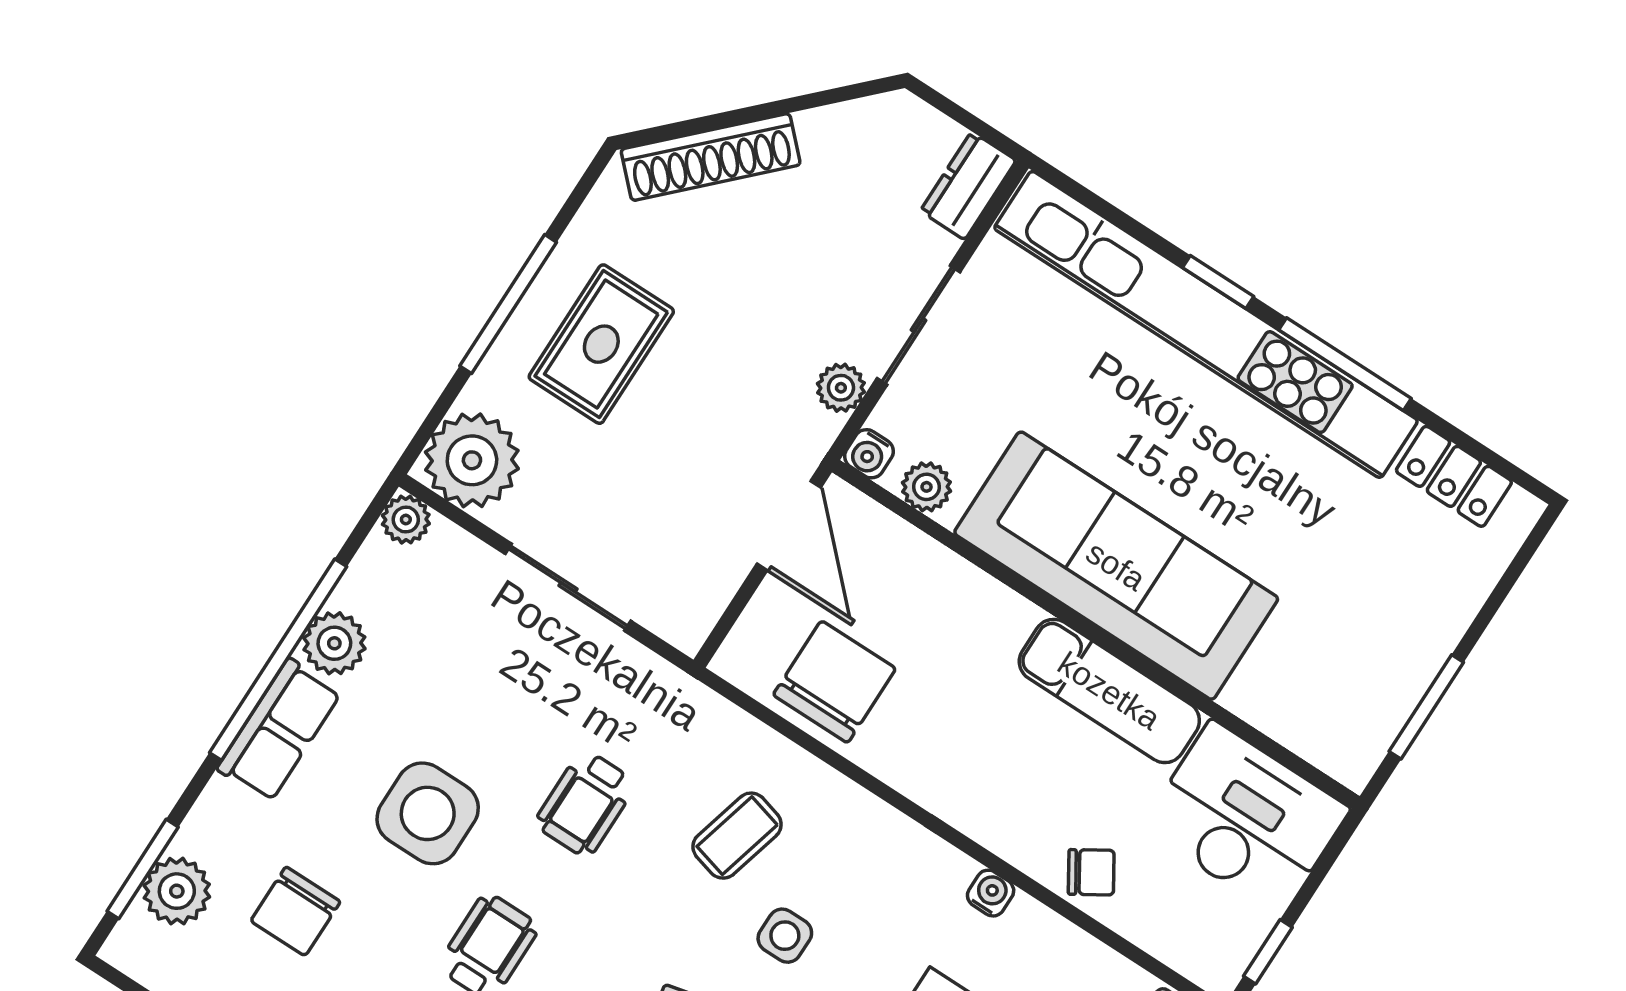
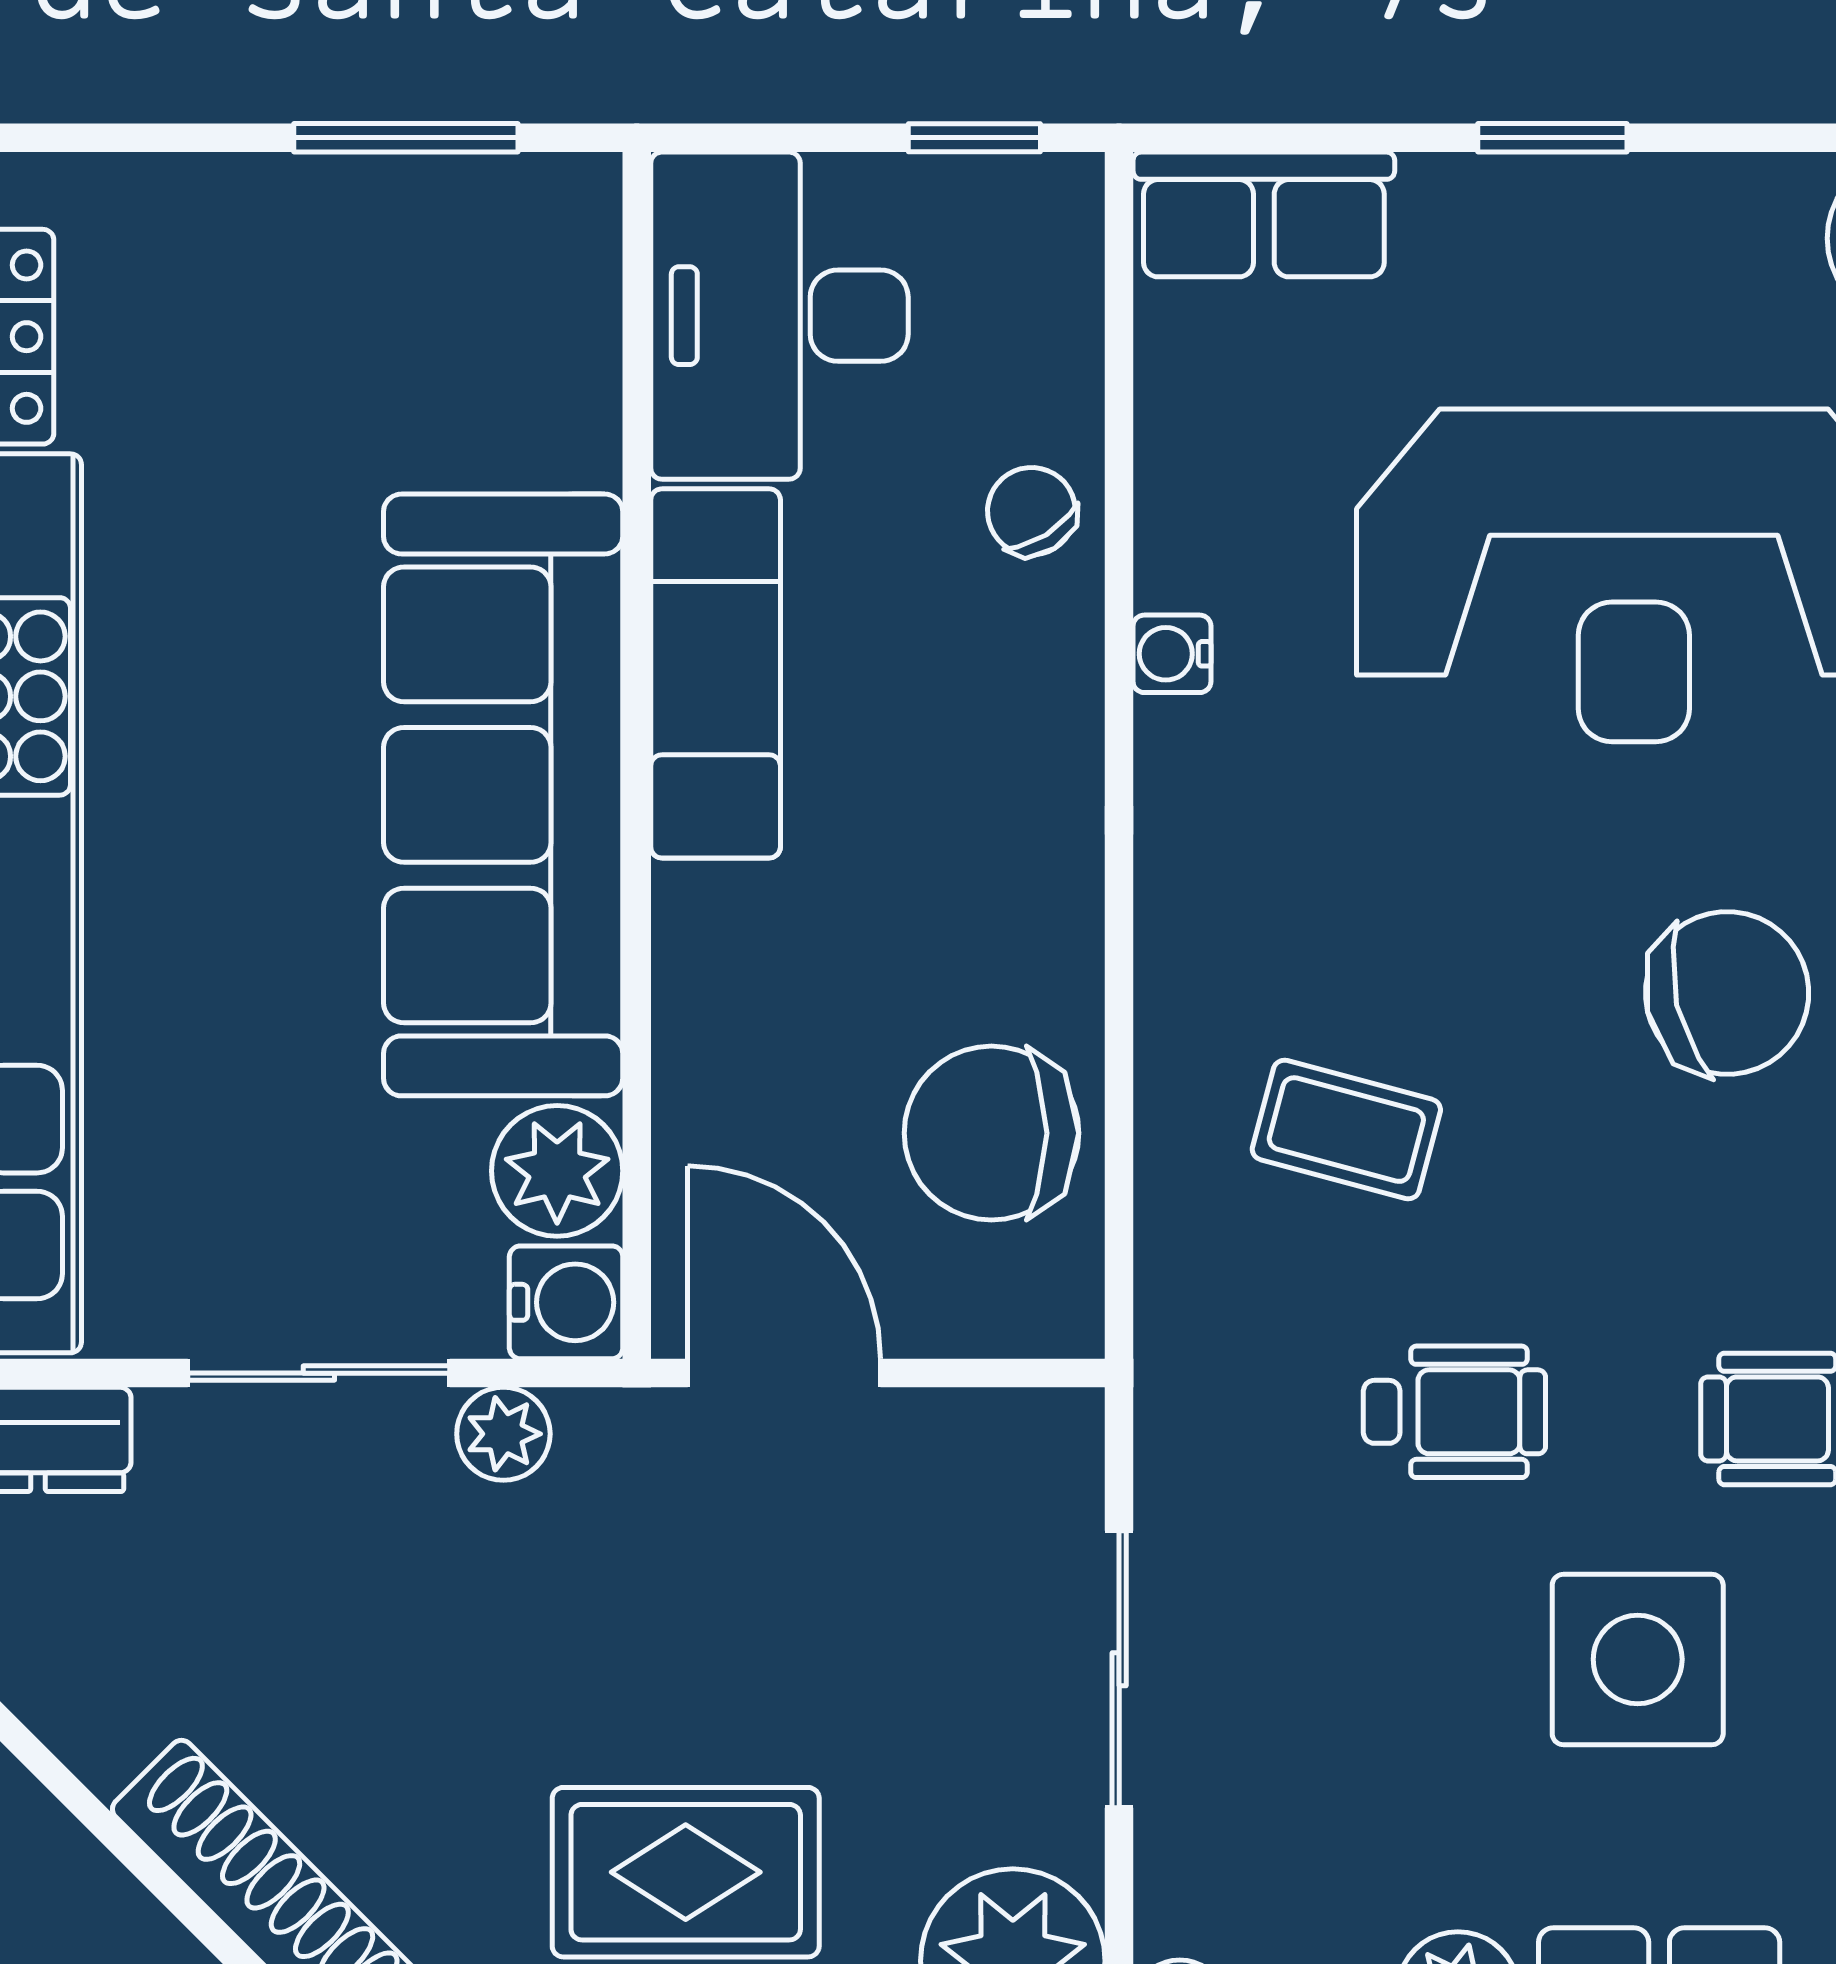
water cooler: (869, 454) -> (566, 1302), width x1.38, depth x1.38
plant: (927, 487) -> (557, 1171), width x1.38, depth x1.38
door: (789, 526) -> (784, 1373), hinge flipped
side table: (785, 936) -> (1459, 945), removed

